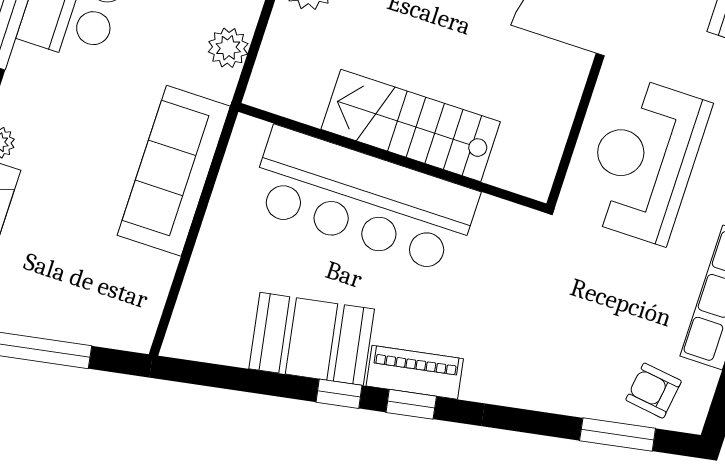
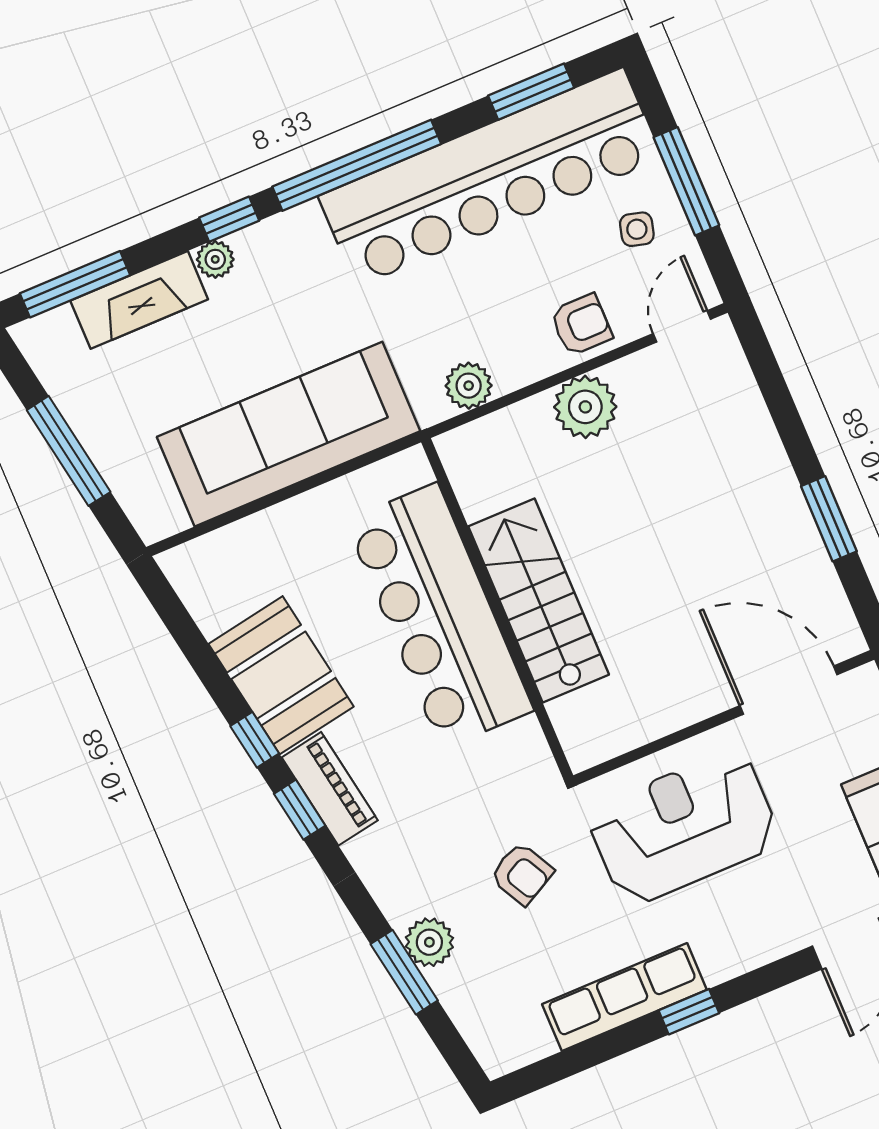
sofa: (174, 171) -> (288, 434), width x1.36, depth x1.27
armchair: (654, 391) -> (522, 874), moved, turned 144
plant: (574, 395) -> (429, 942), added
window: (618, 434) -> (404, 972), moved

